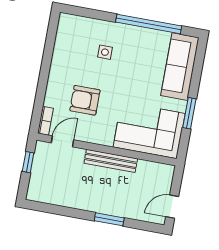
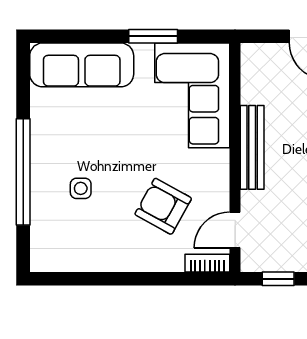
window: (149, 24) -> (23, 172), moved
armchair: (85, 100) -> (163, 206), turned 119
door: (62, 141) -> (235, 230), hinge flipped

